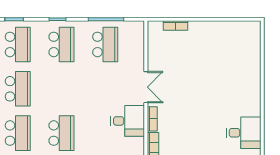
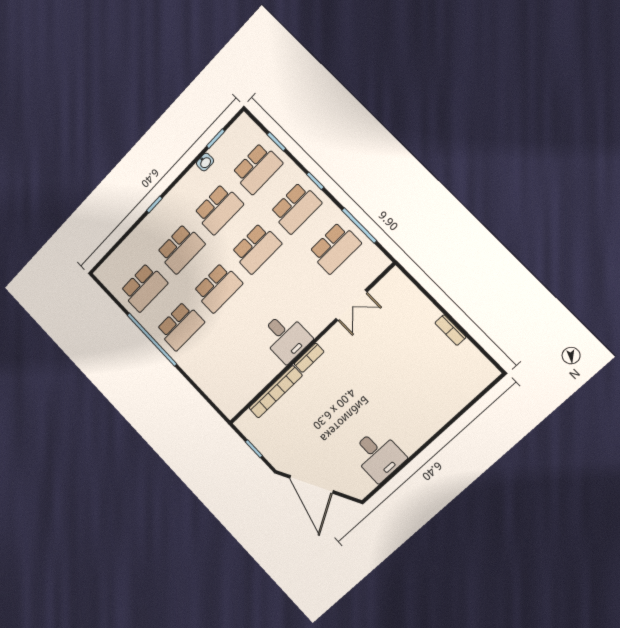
bookcase: (175, 26) -> (450, 330), moved
double door: (146, 87) -> (351, 305), moved
school desk: (61, 89) -> (256, 248), added

